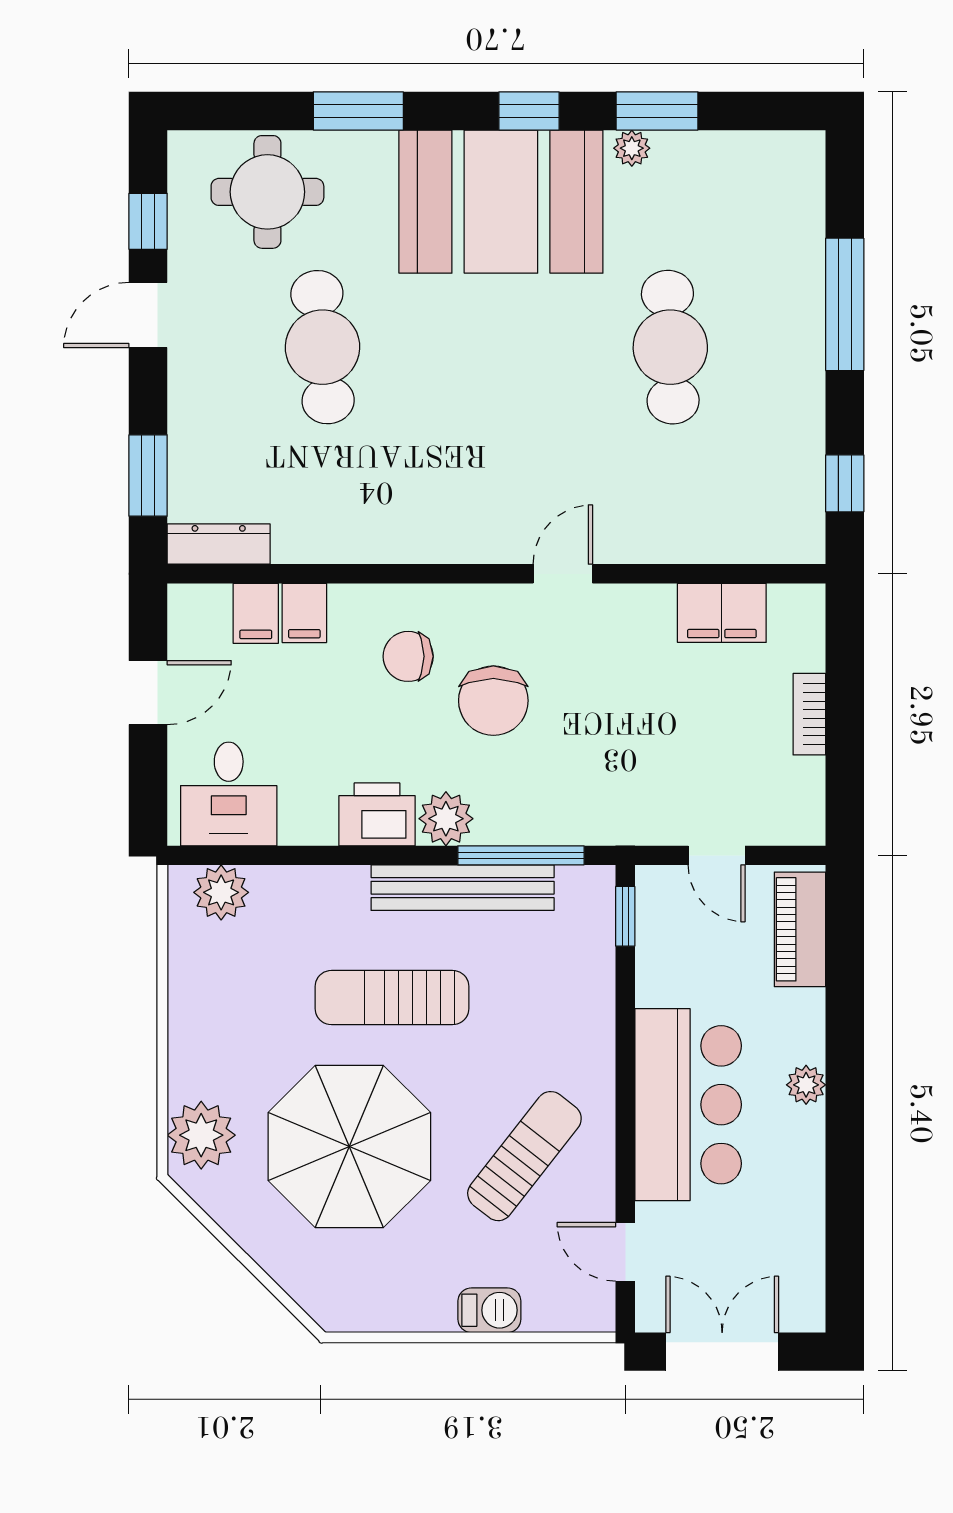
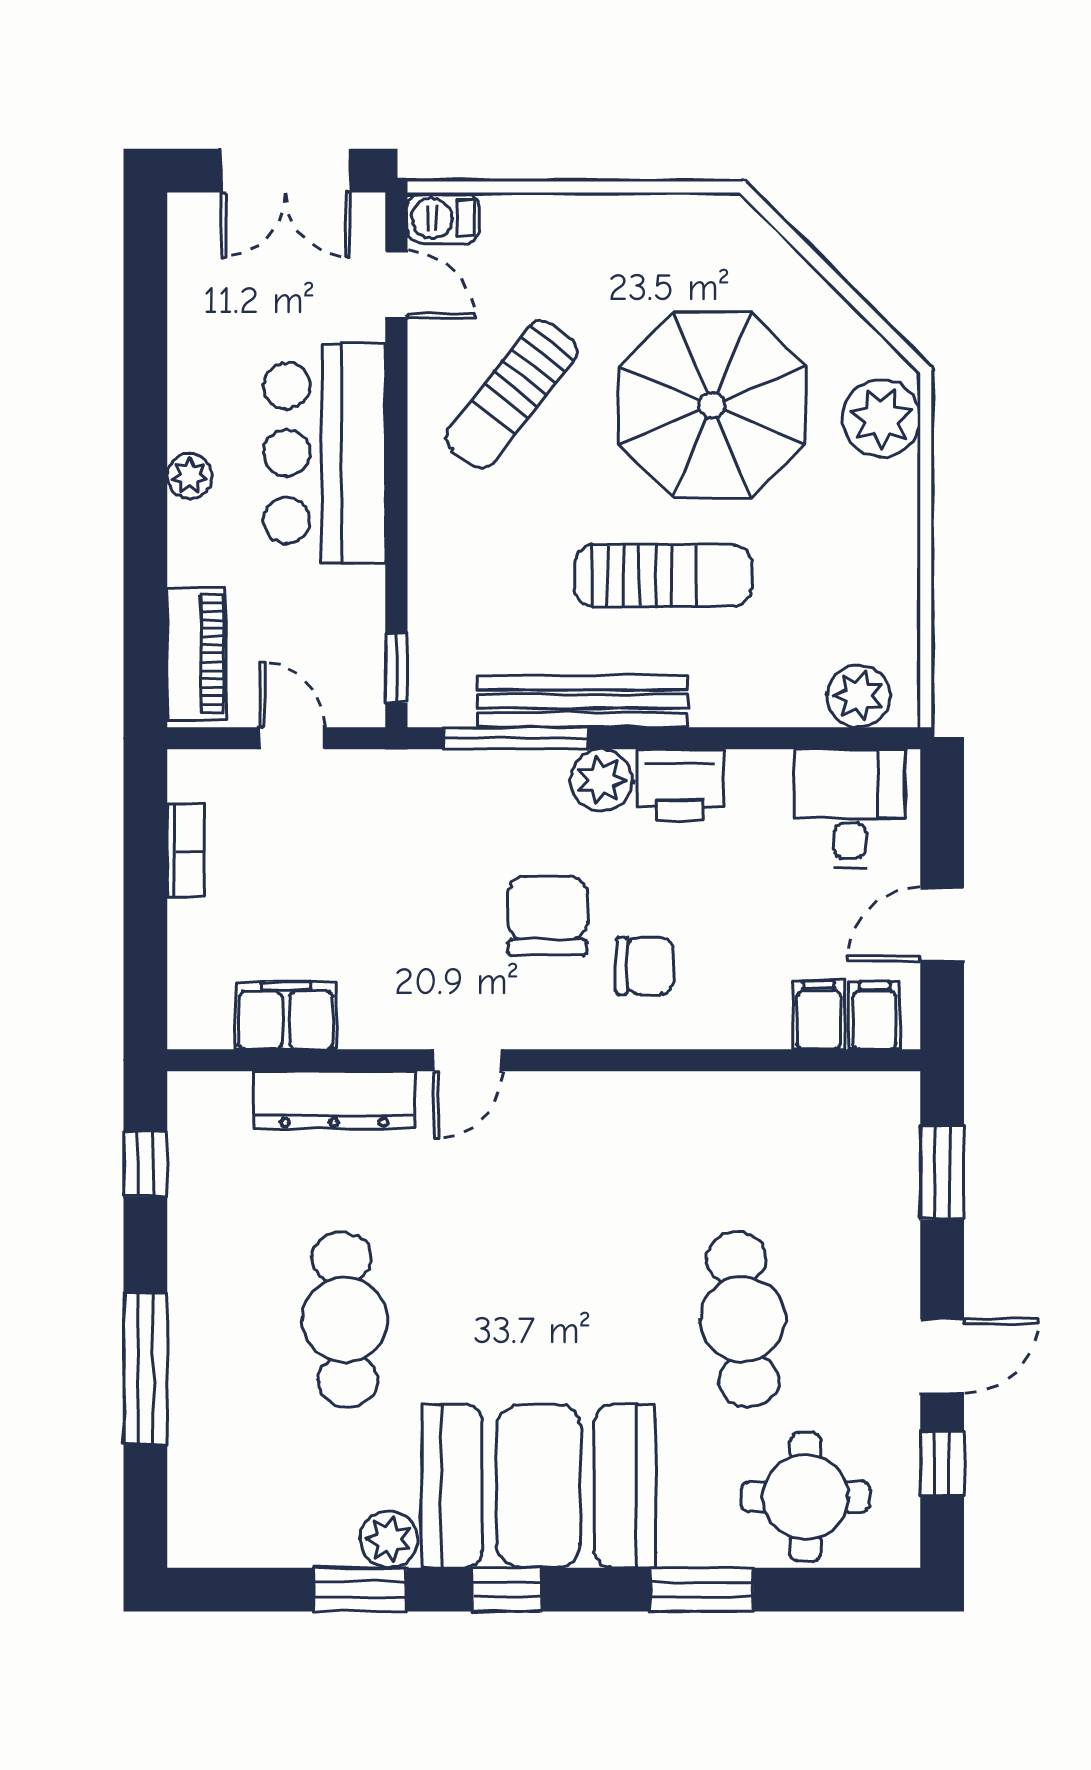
plant: (632, 148) -> (389, 1539), width x1.38, depth x1.38
dresser: (219, 544) -> (334, 1100), moved, width x1.37, depth x1.24
filing cabinet: (304, 613) -> (875, 1015), moved
bookcase: (809, 714) -> (186, 850), moved
barbecue: (489, 1310) -> (443, 218), moved

